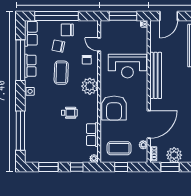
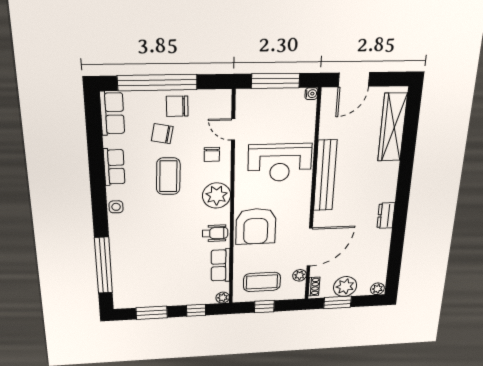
window: (20, 60) -> (96, 159), removed
wheelchair: (69, 113) -> (215, 233), moved

